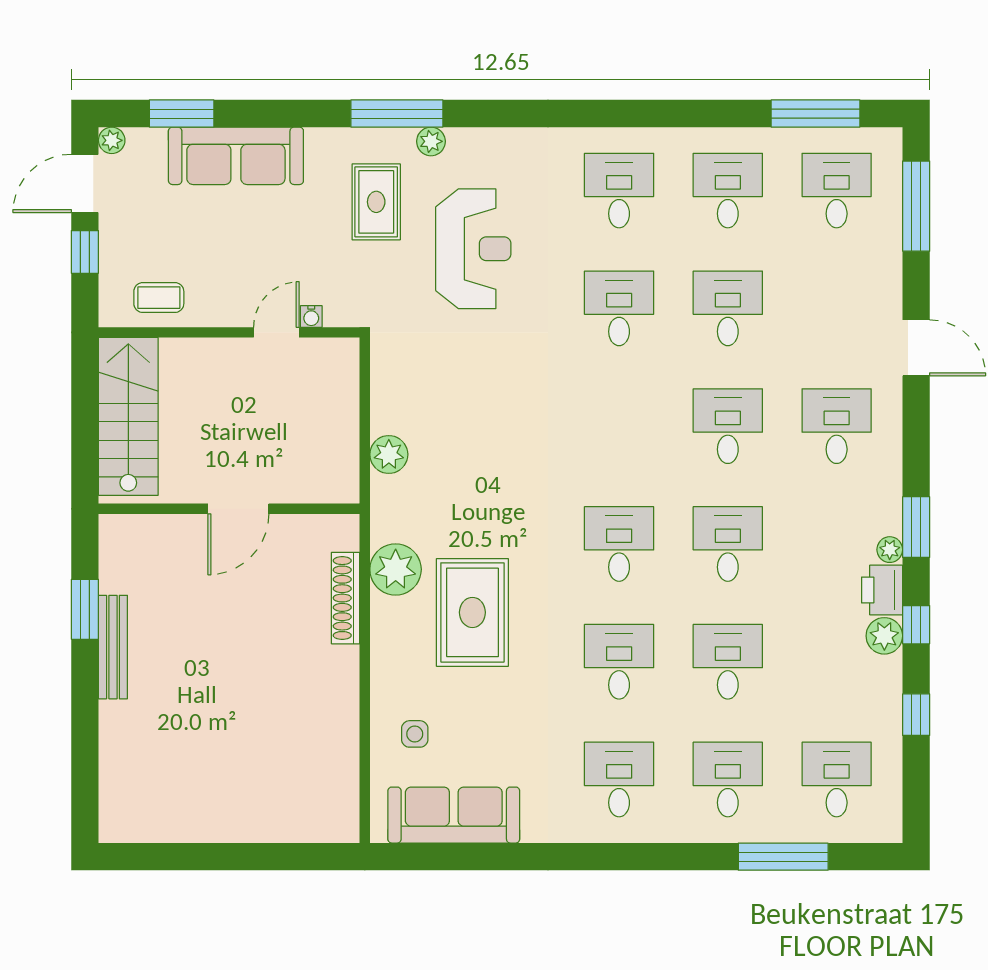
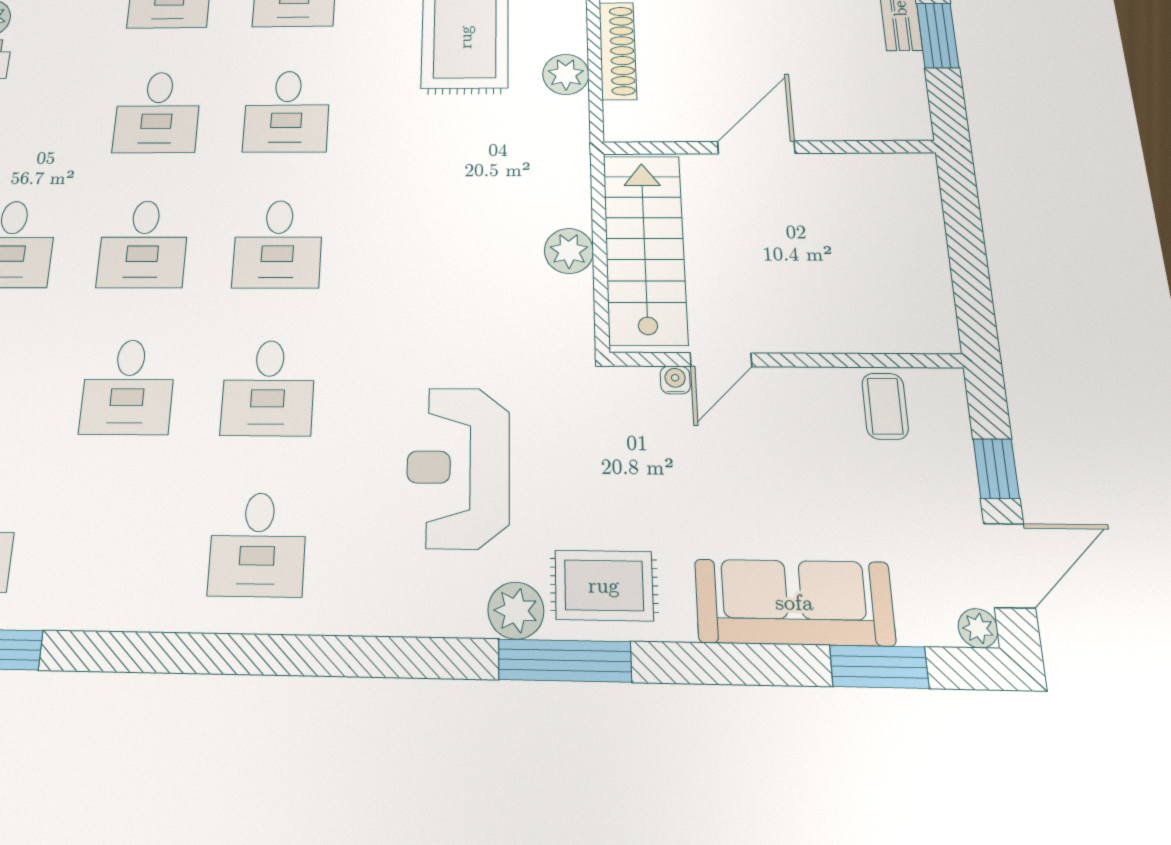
plant: (431, 141) -> (516, 611), width x1.38, depth x1.38
desk: (728, 191) -> (278, 244), moved
rug: (376, 202) -> (604, 585), moved, turned 90
coffee table: (159, 298) -> (885, 406), turned 90
stairs: (128, 416) -> (645, 249), moved, turned 180
plant: (389, 454) -> (569, 251), moved
plant: (396, 569) -> (566, 74), width x0.73, depth x0.73

